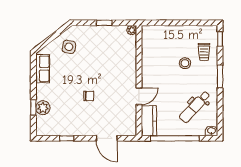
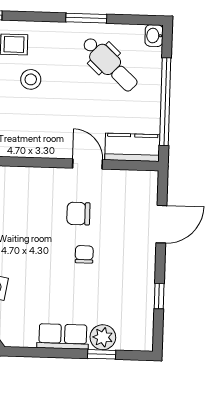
row of seats: (43, 69) -> (63, 336), moved
window: (220, 76) -> (86, 18), moved
chair: (111, 92) -> (78, 214), added

